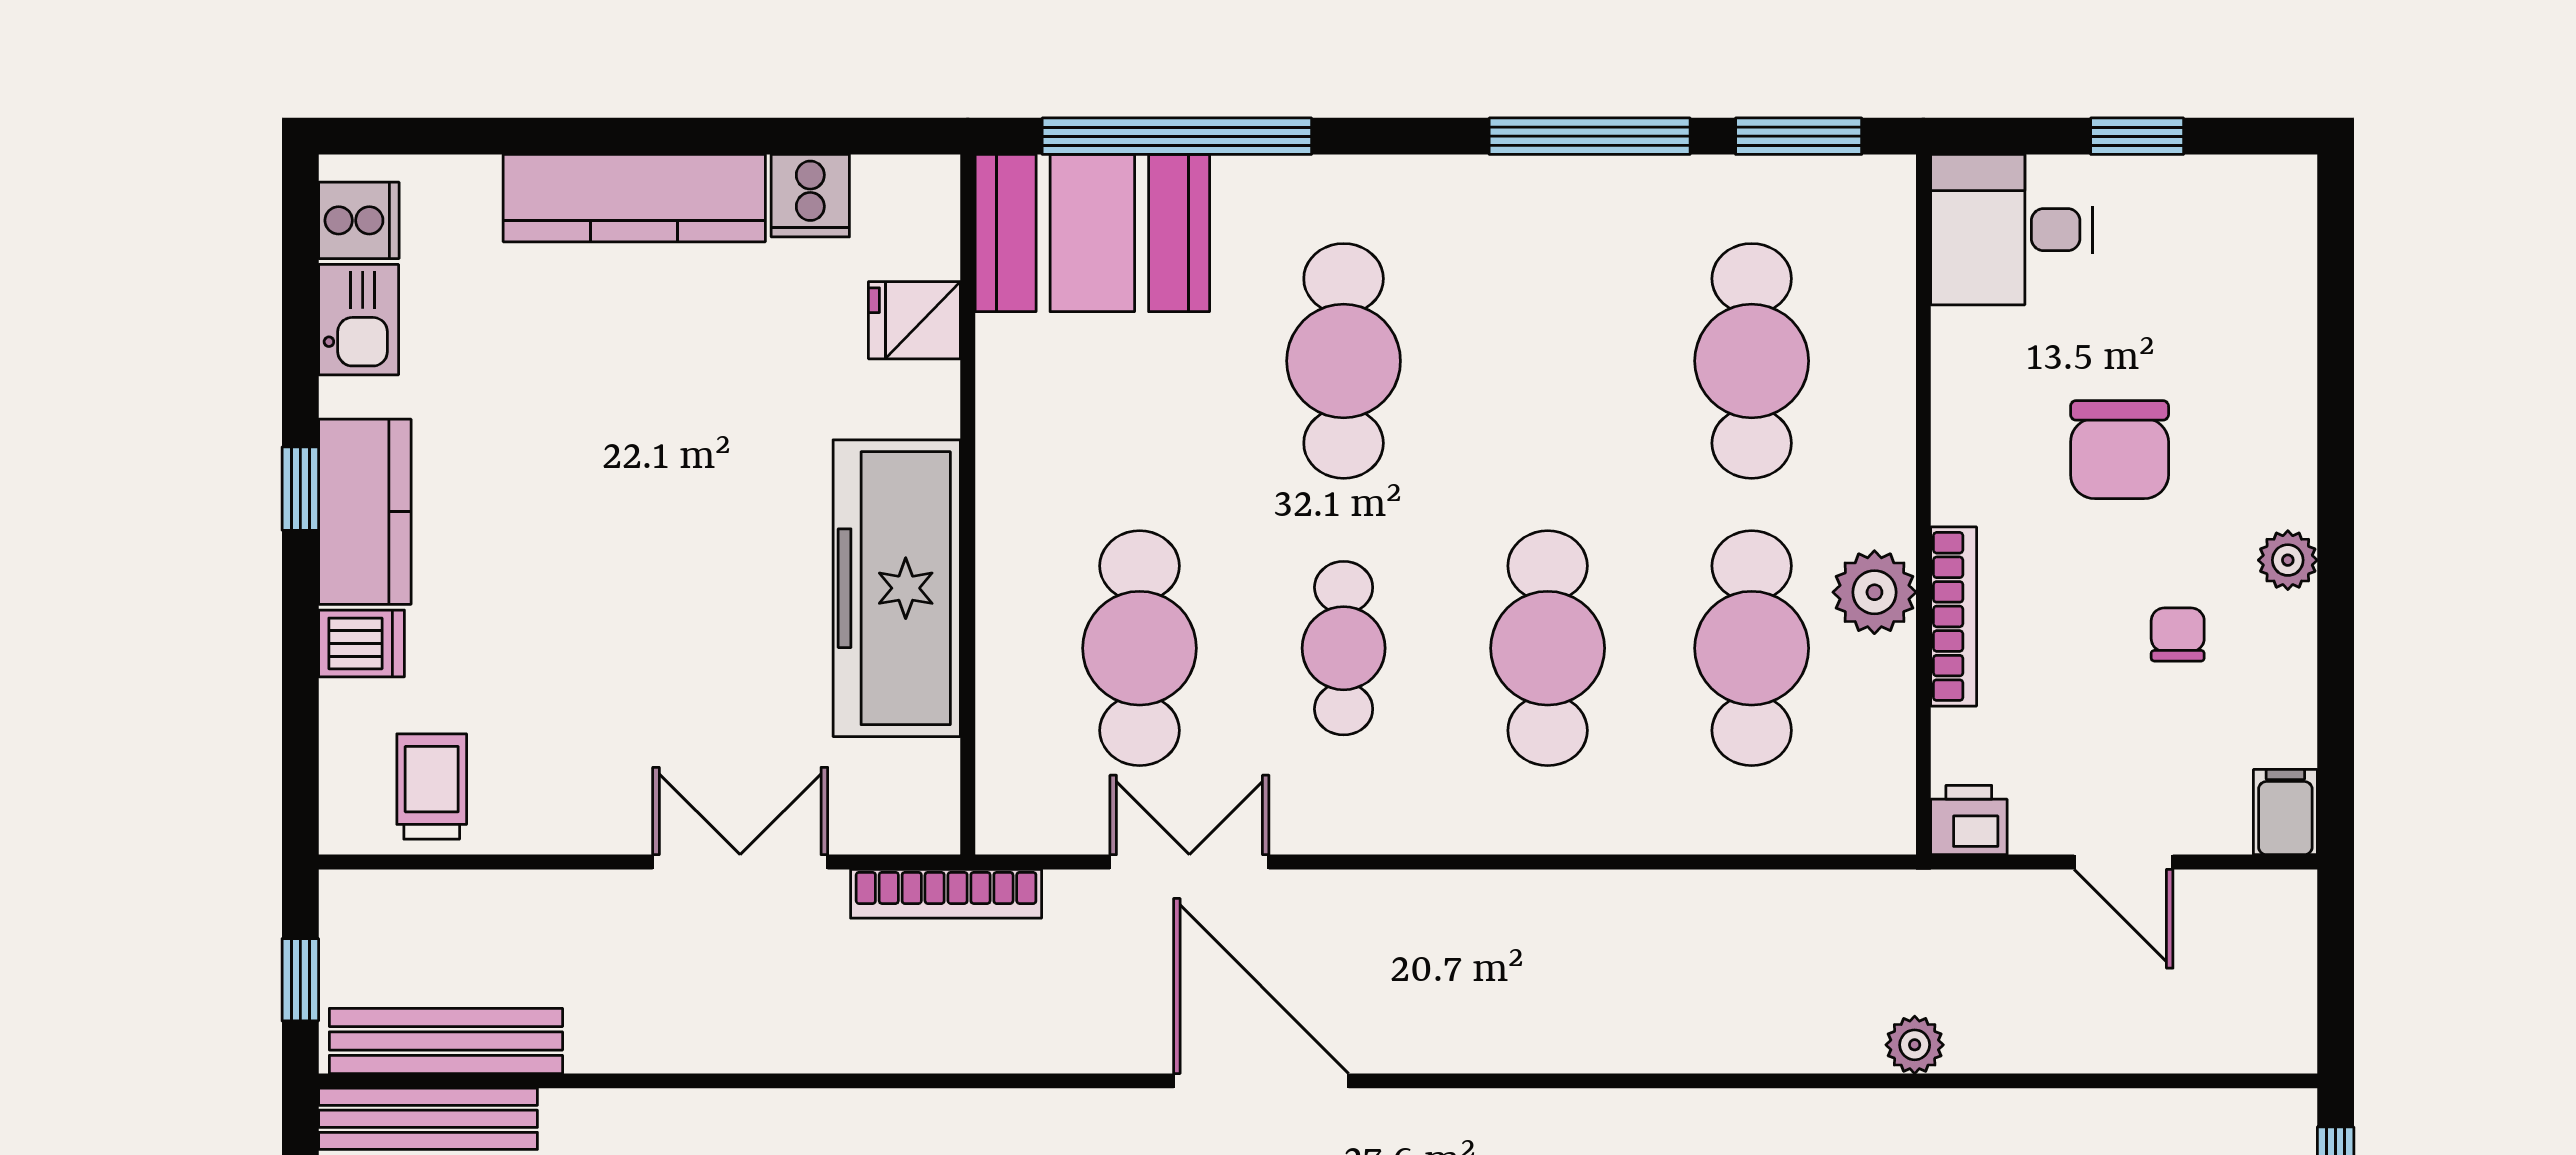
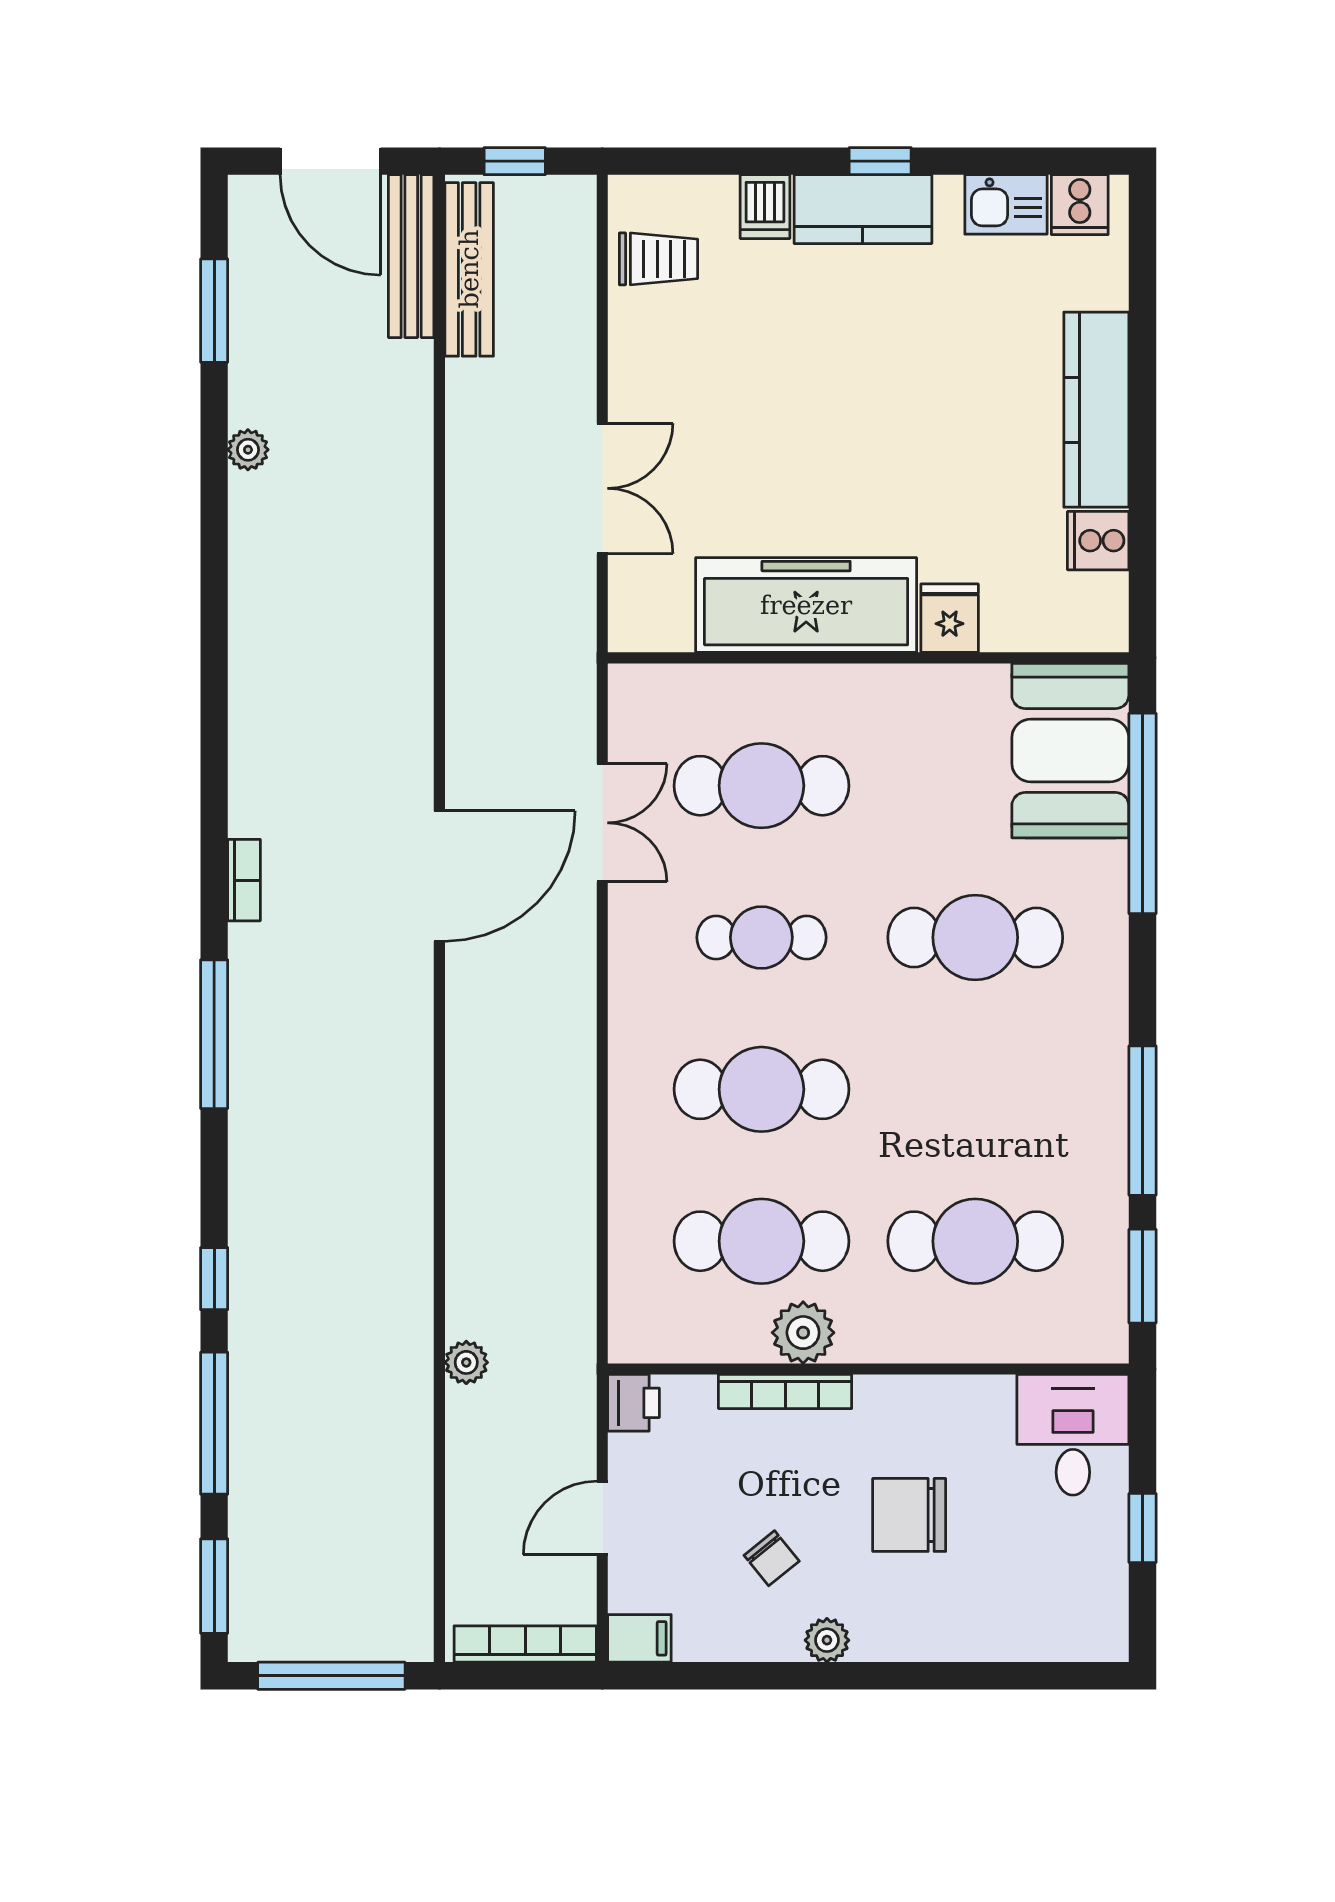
fridge: (914, 320) -> (950, 618), moved
chair: (2178, 635) -> (772, 1558), turned 51
bookcase: (946, 894) -> (525, 1644), moved, turned 90

